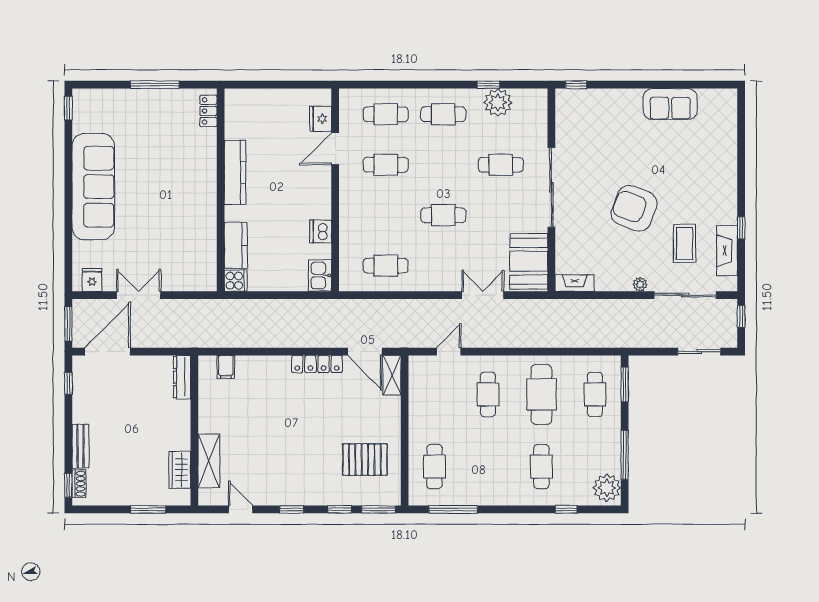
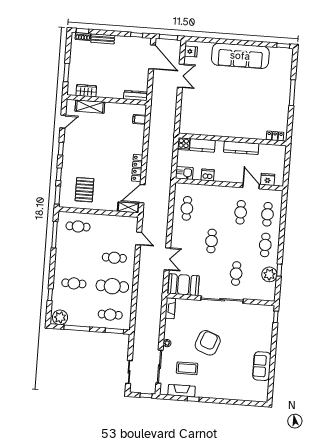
locker: (208, 111) -> (275, 136), moved
kitchen counter: (235, 172) -> (241, 148), moved
wall: (221, 190) -> (232, 139), moved
kitchen counter: (236, 245) -> (202, 145), moved
cooker: (236, 281) -> (184, 144), moved

